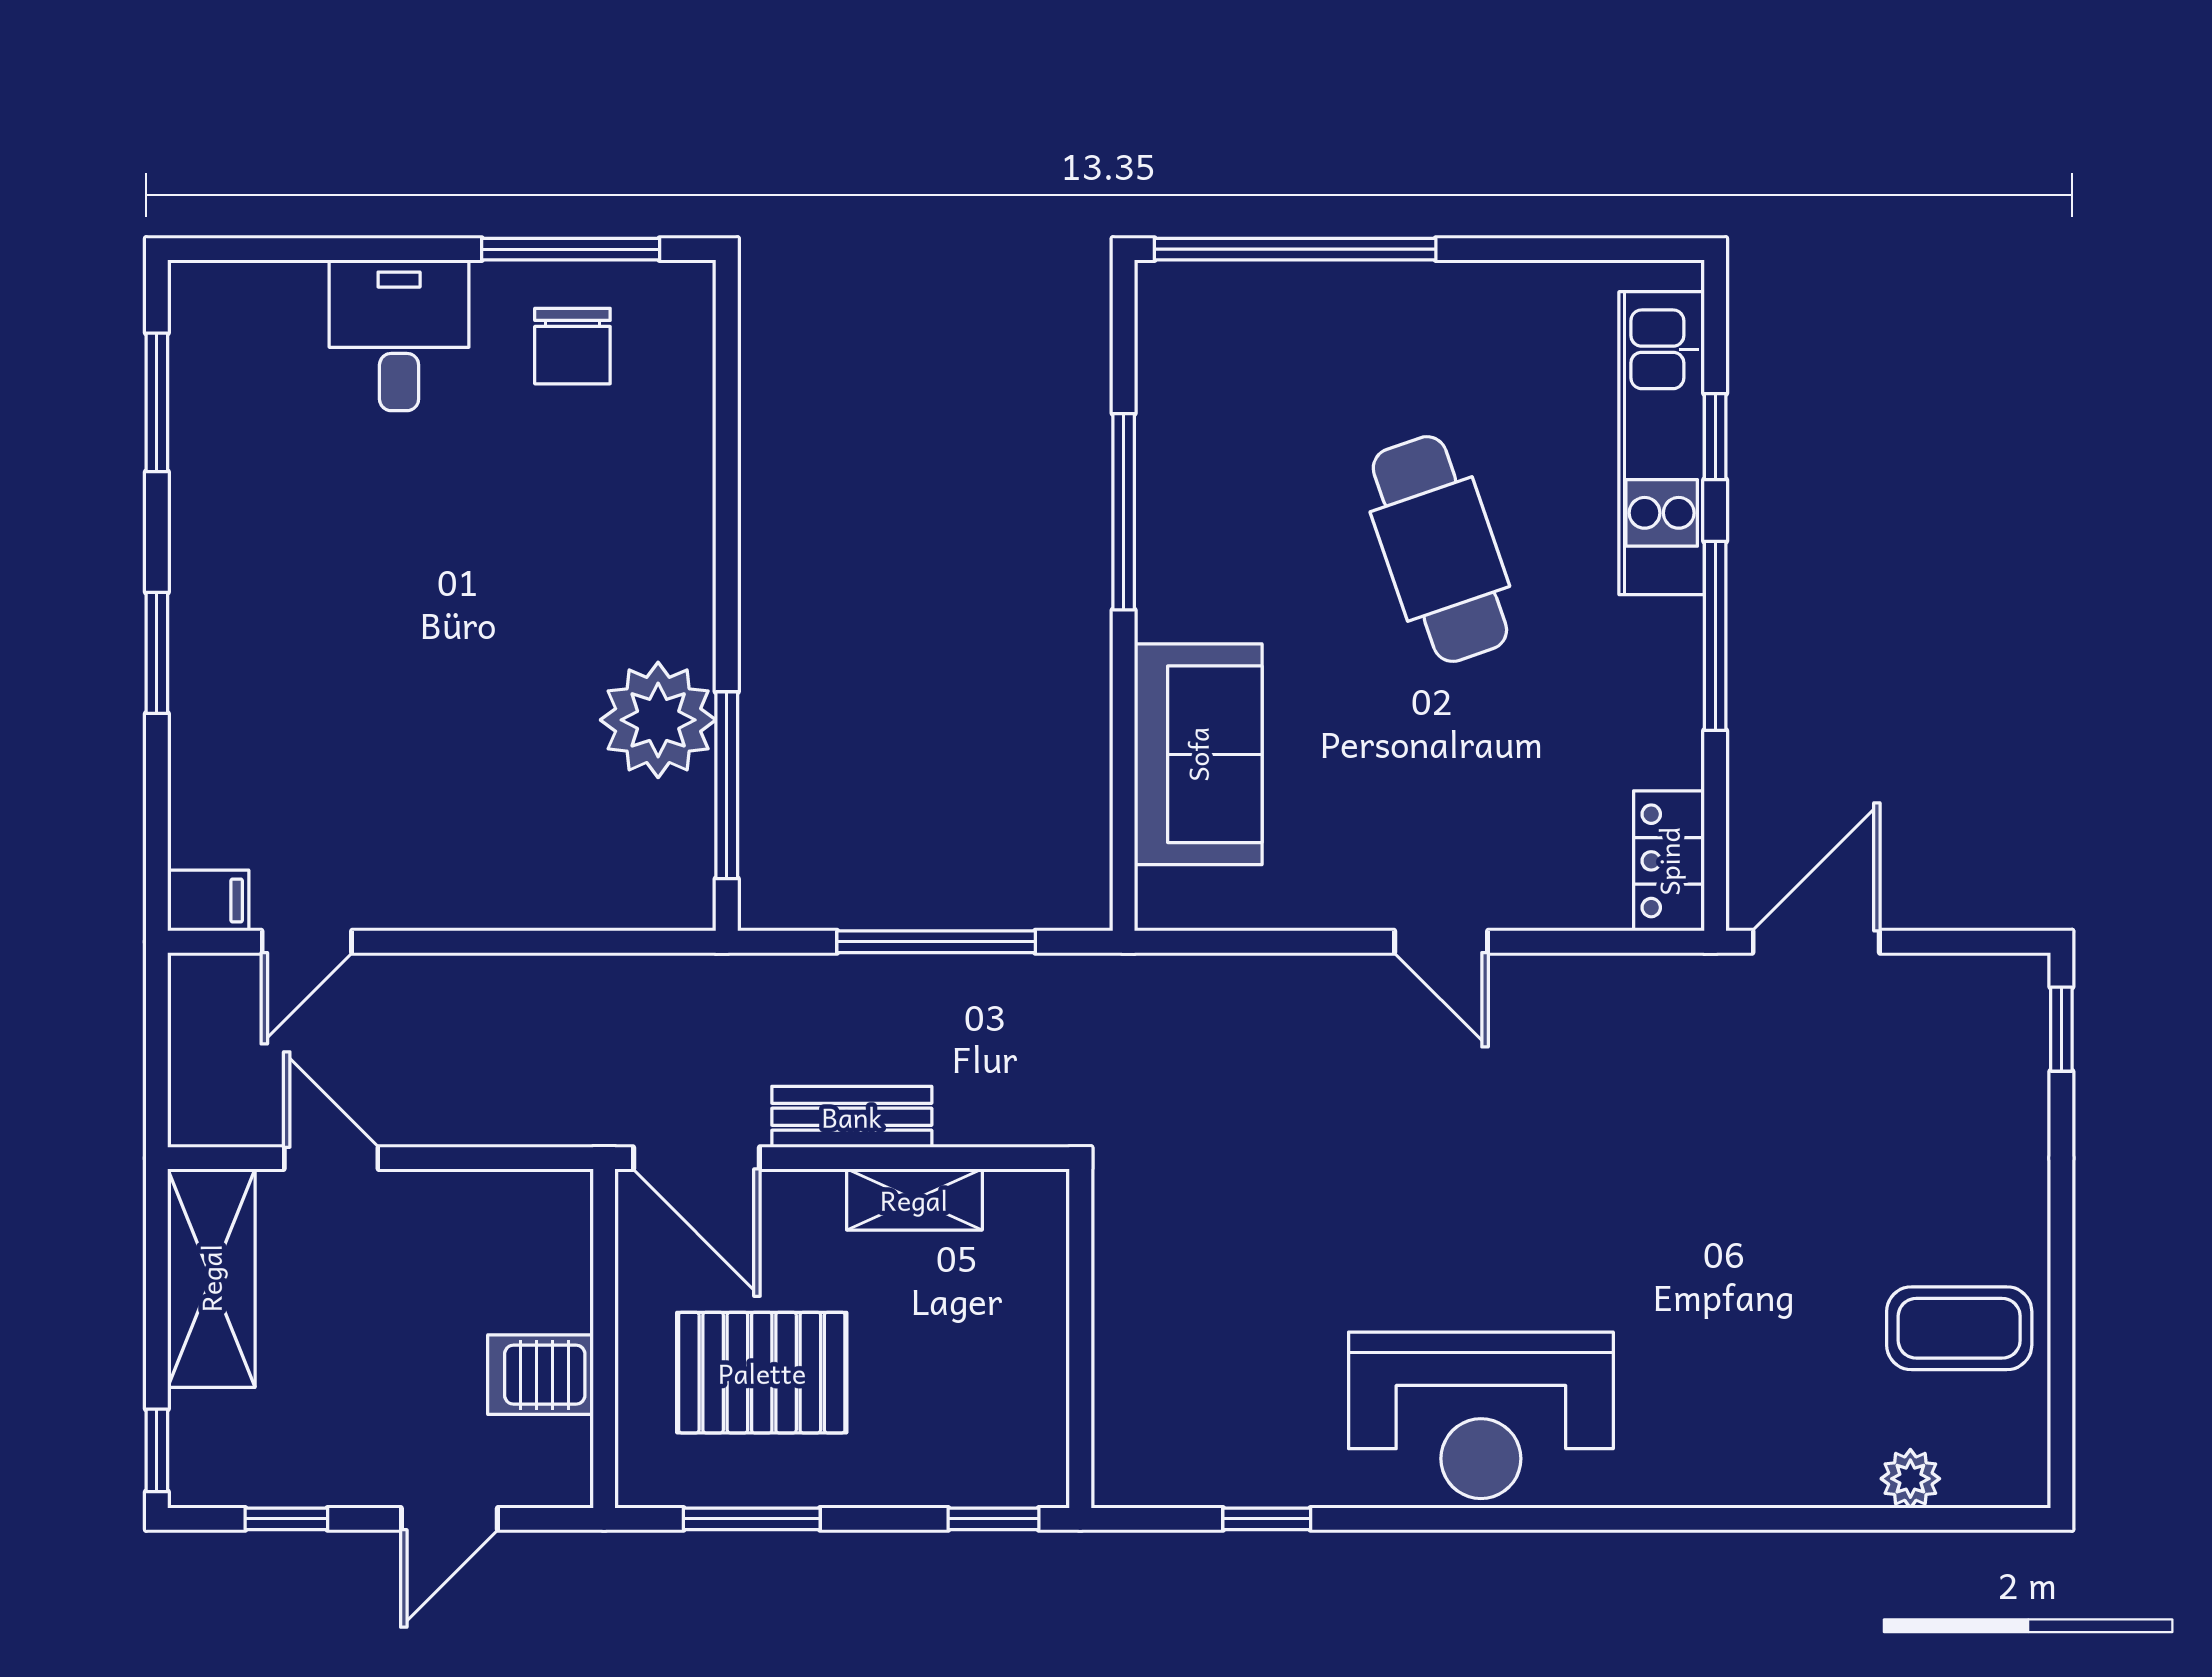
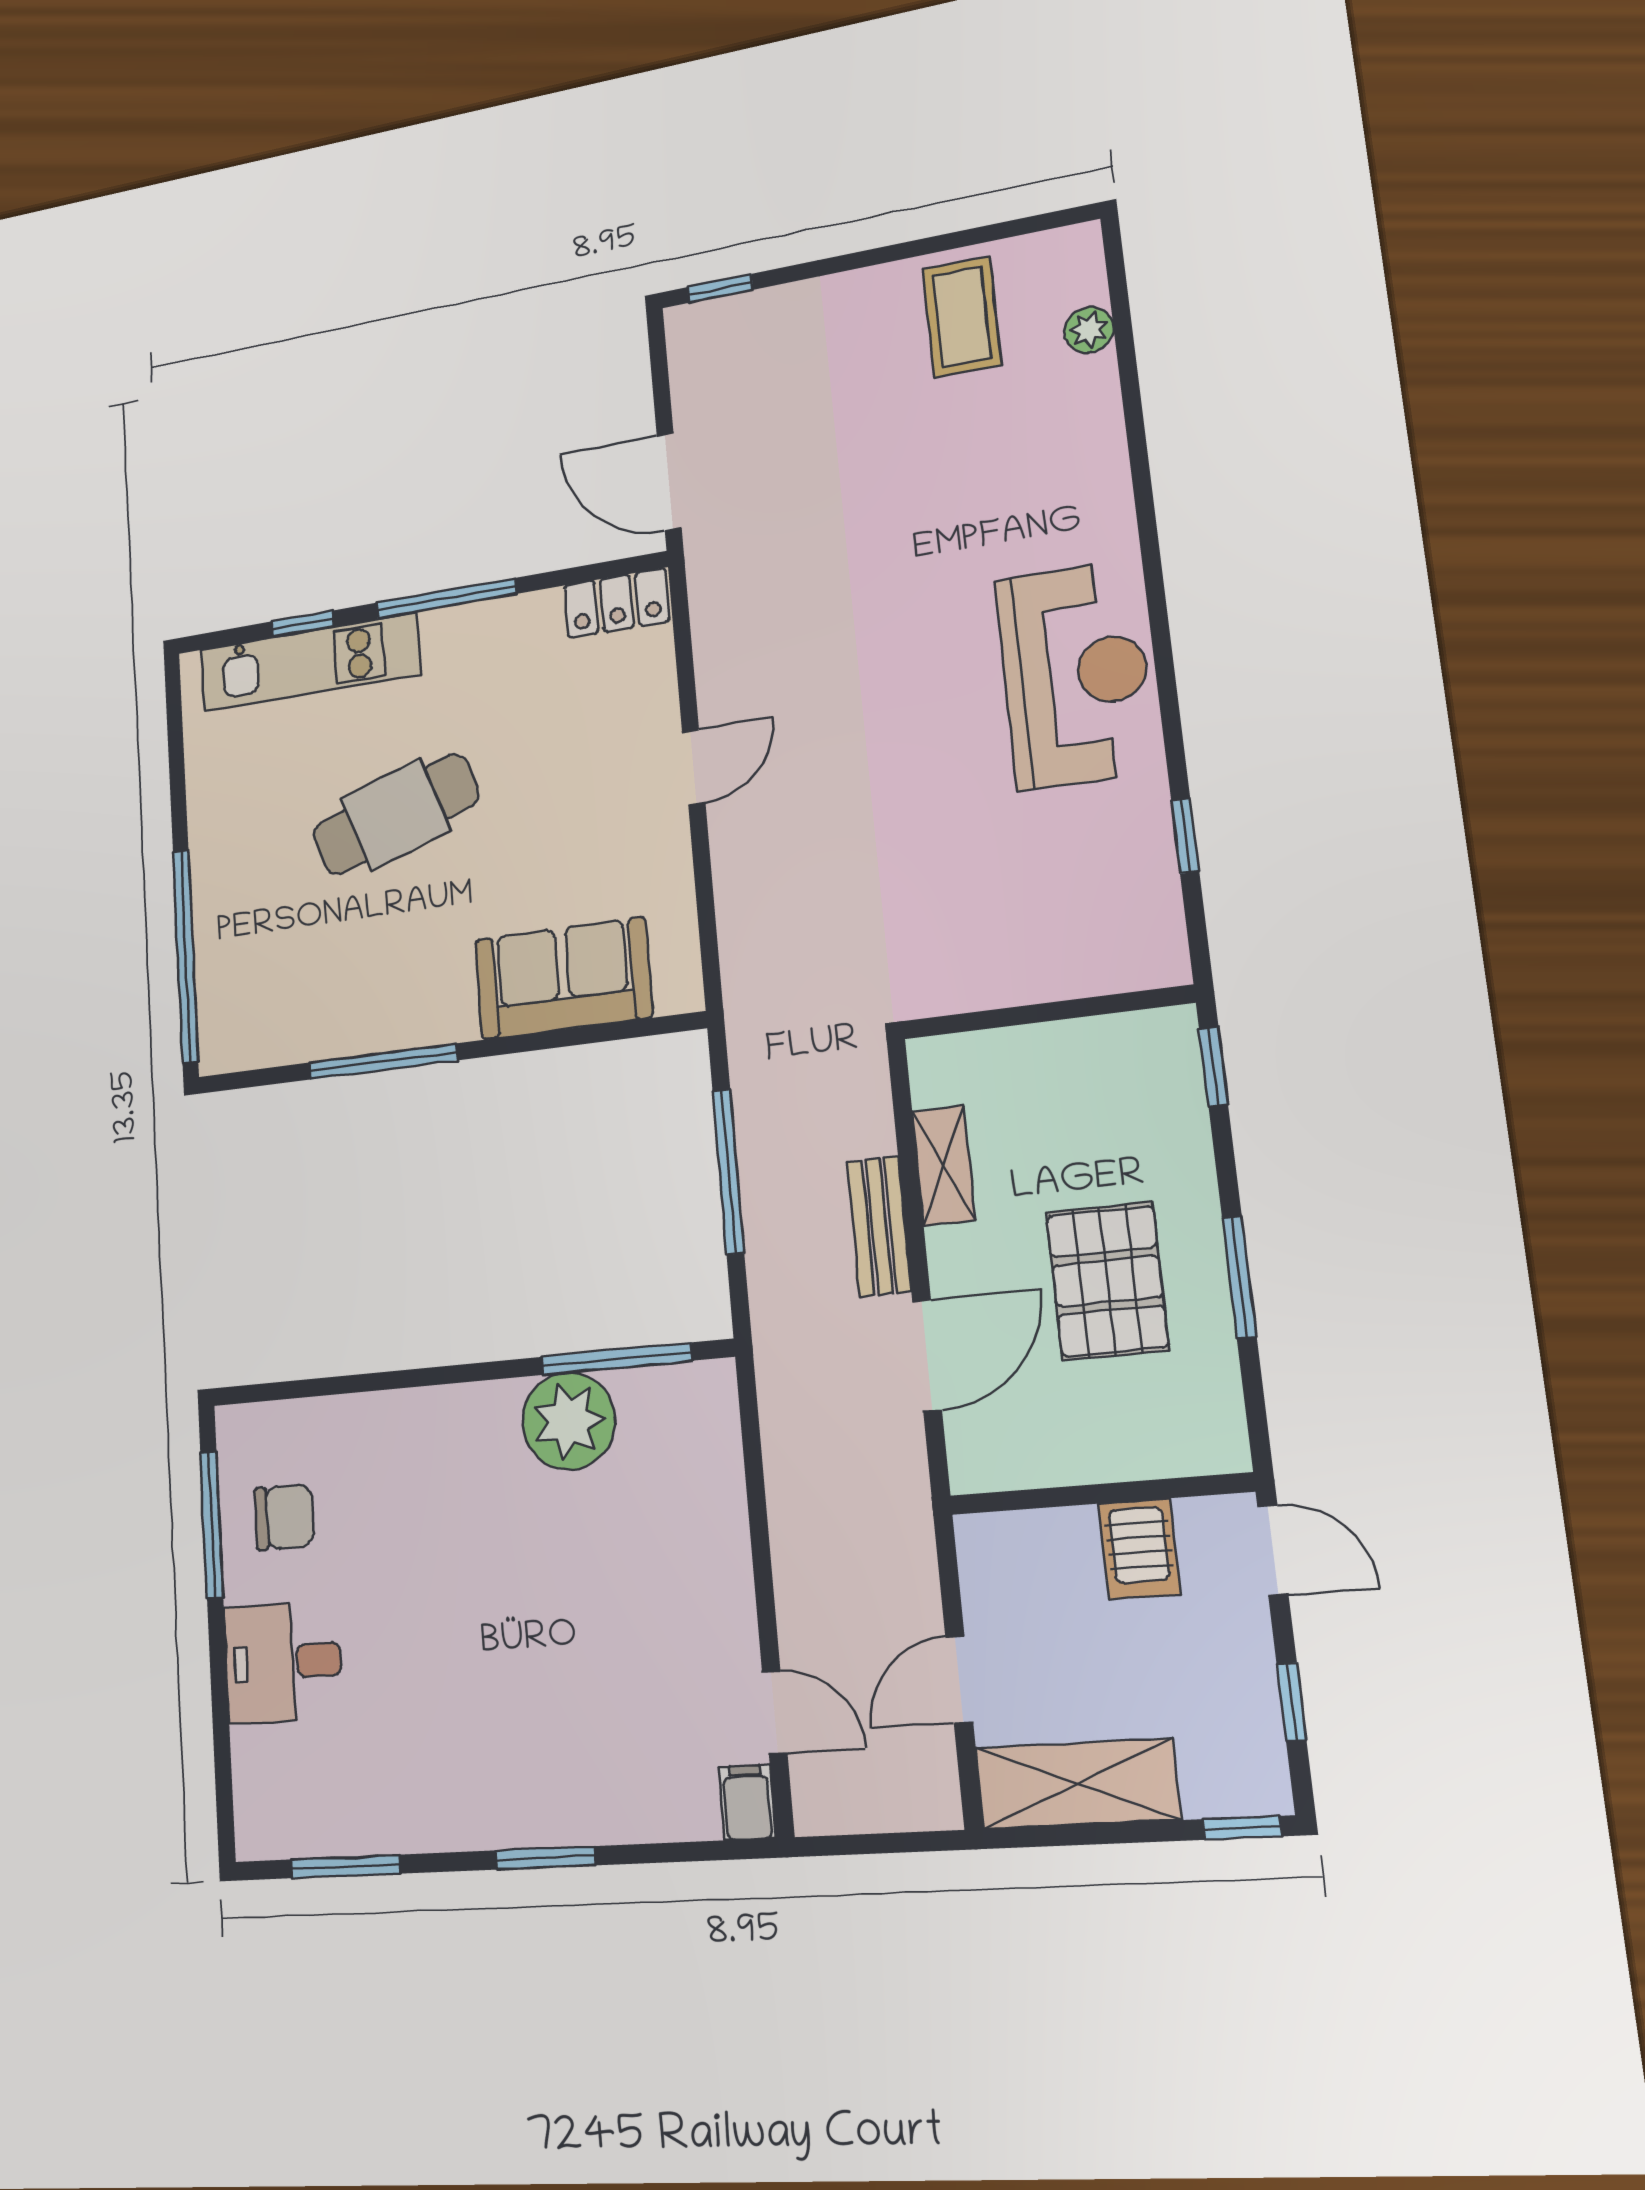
wall: (604, 1339) -> (1101, 1494), moved
server rack: (541, 1375) -> (1139, 1549), moved

